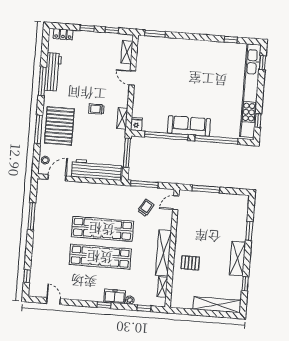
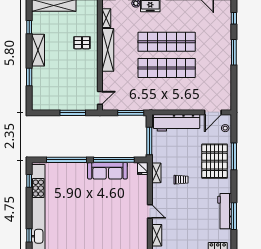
window: (42, 81) -> (234, 216), moved
sofa: (189, 126) -> (107, 171), moved
trolley: (146, 208) -> (128, 91), removed
window: (32, 216) -> (234, 52), moved

